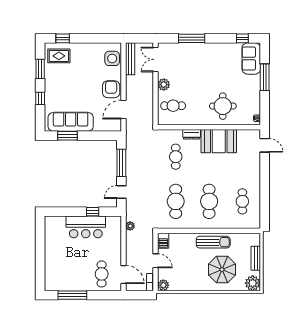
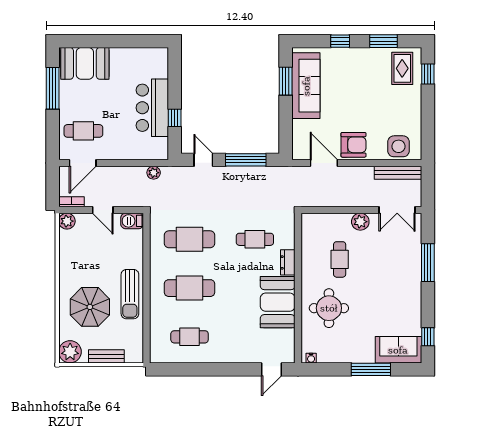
double door: (156, 59) -> (397, 210), swing flipped
cafe table: (173, 106) -> (340, 259), moved
door: (156, 261) -> (103, 210), hinge flipped
booth: (55, 273) -> (85, 63), added

